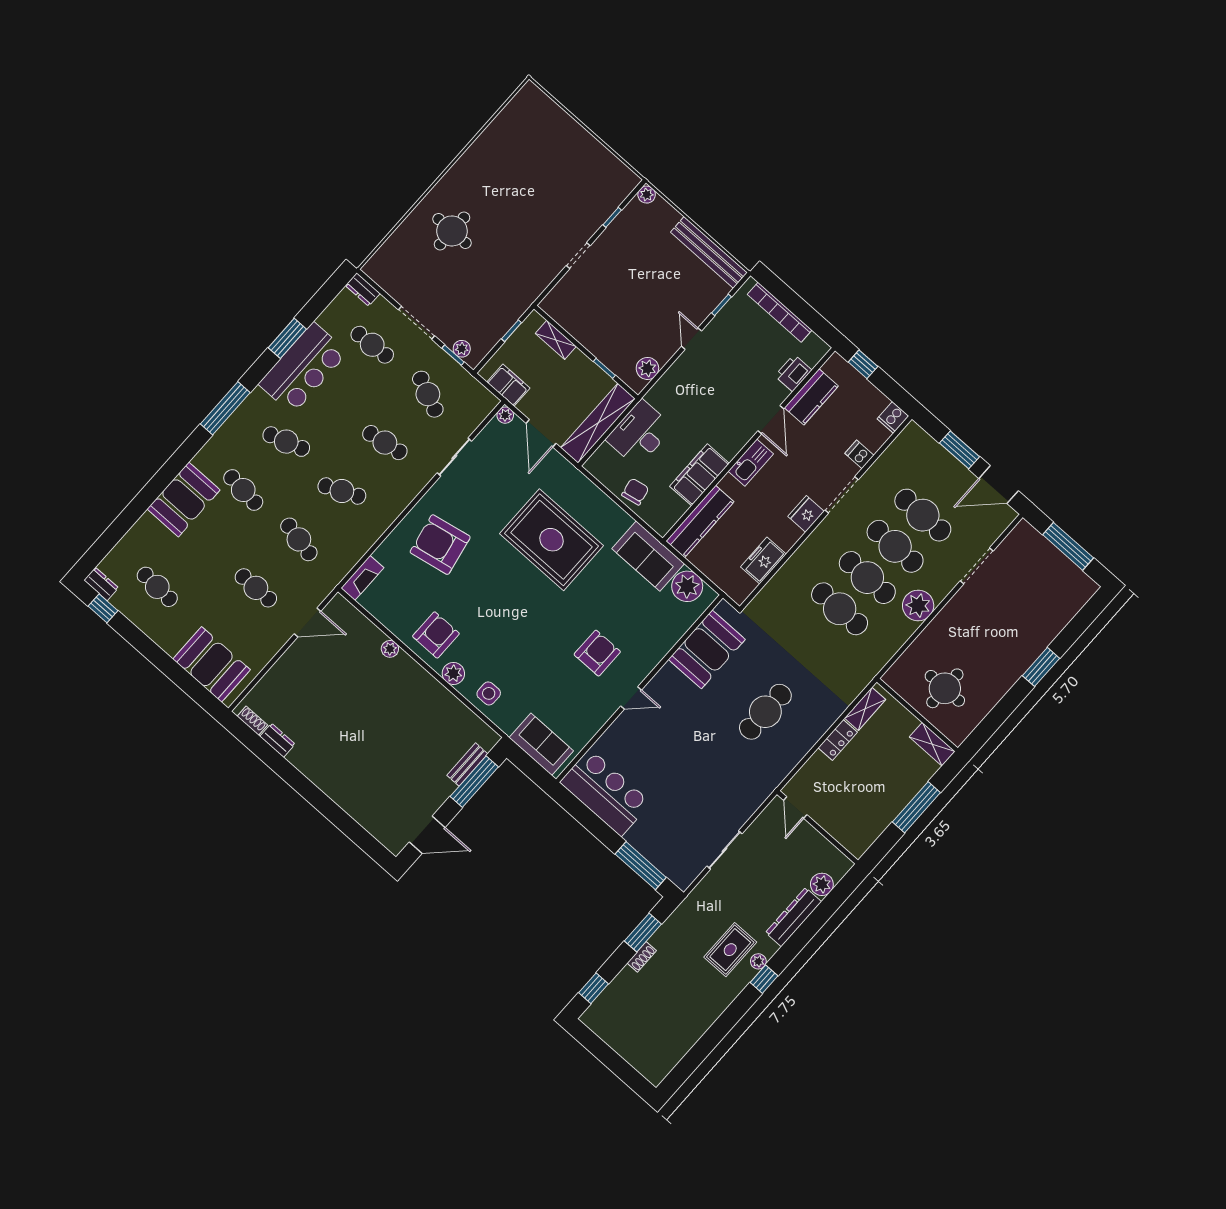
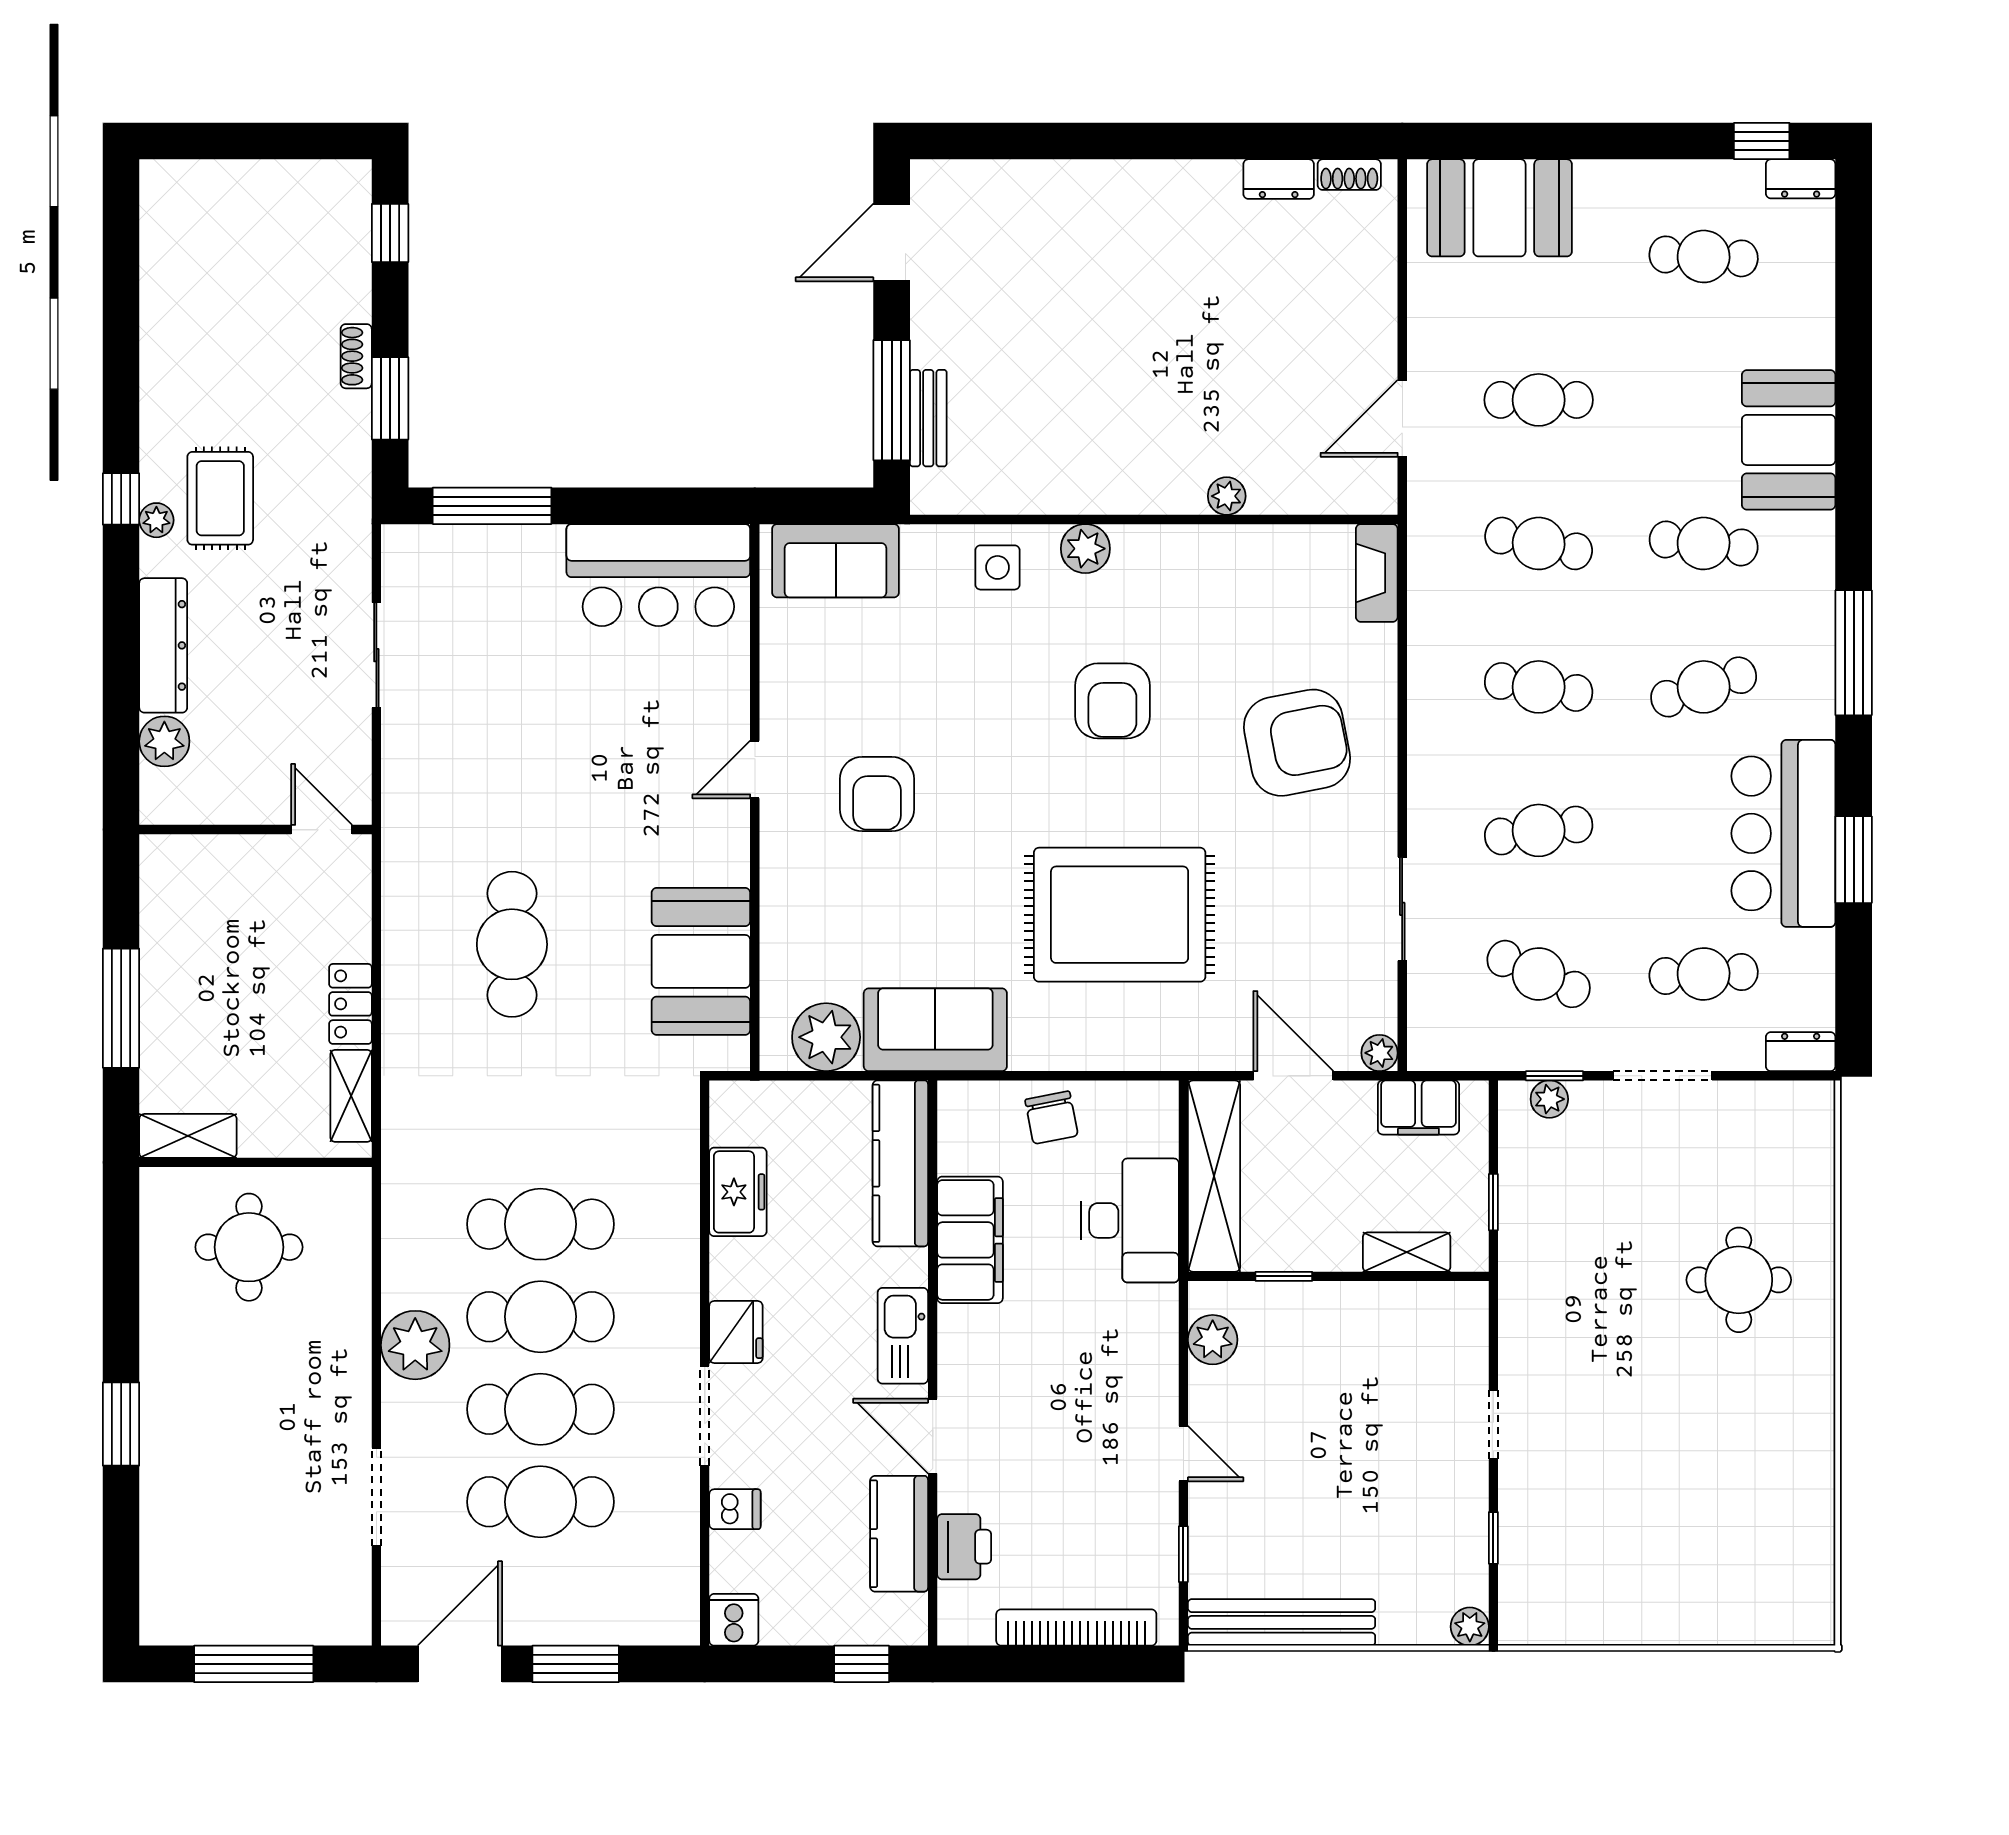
cafe table: (342, 491) -> (1539, 687), turned 33
armchair: (436, 635) -> (1112, 701), moved

